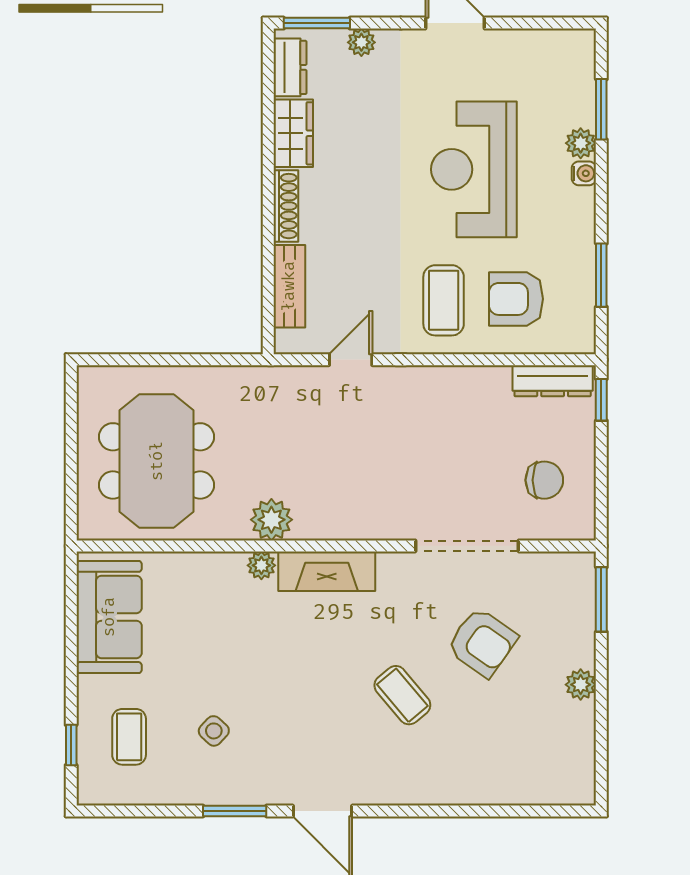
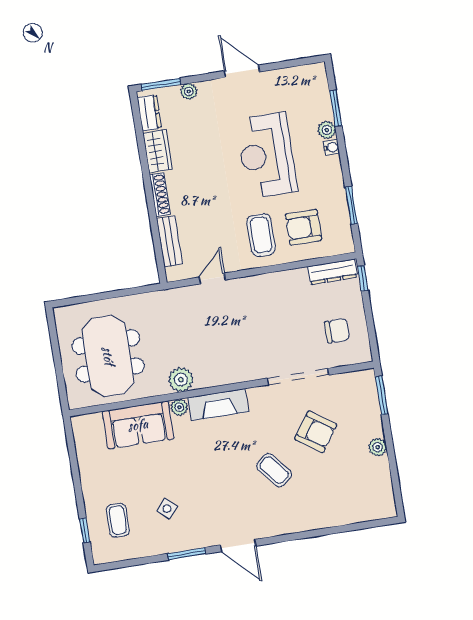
sofa: (109, 617) -> (138, 425), moved, turned 90

